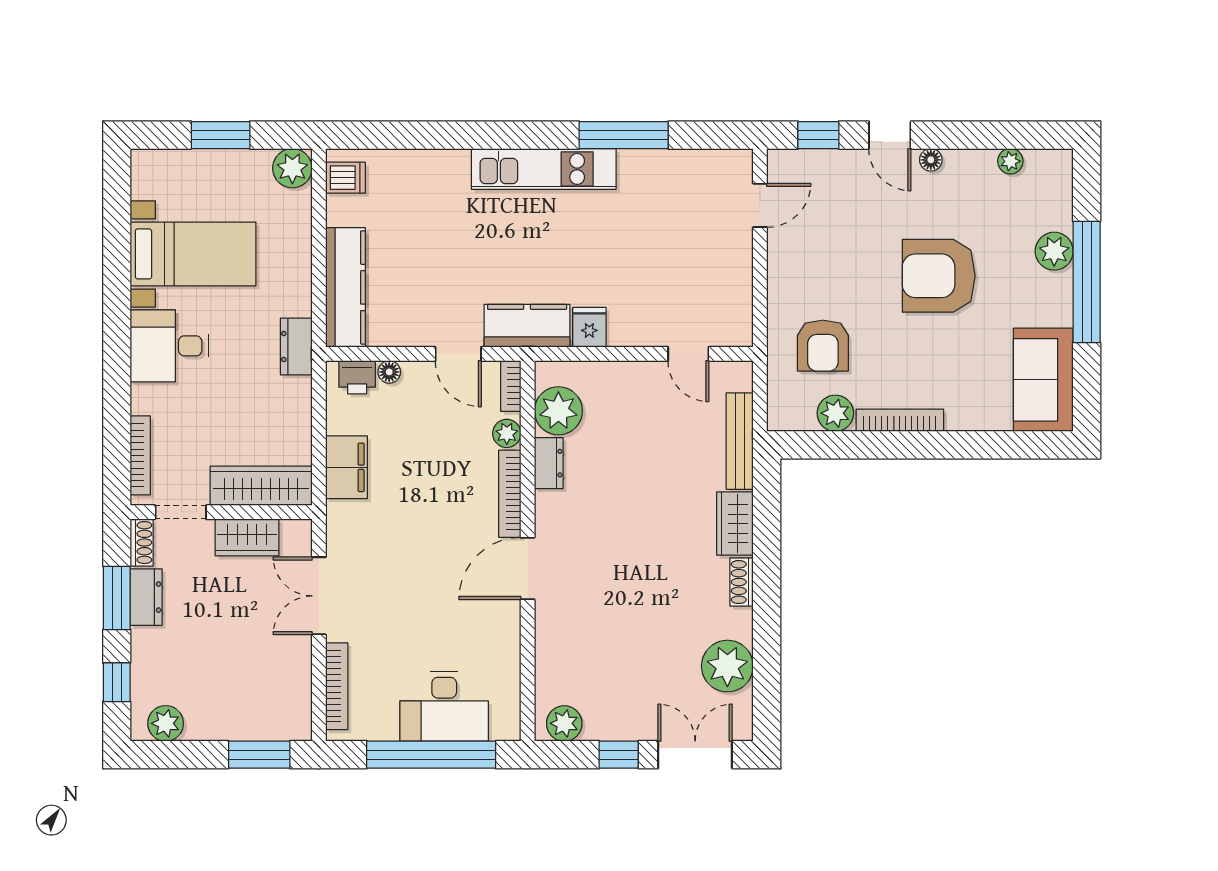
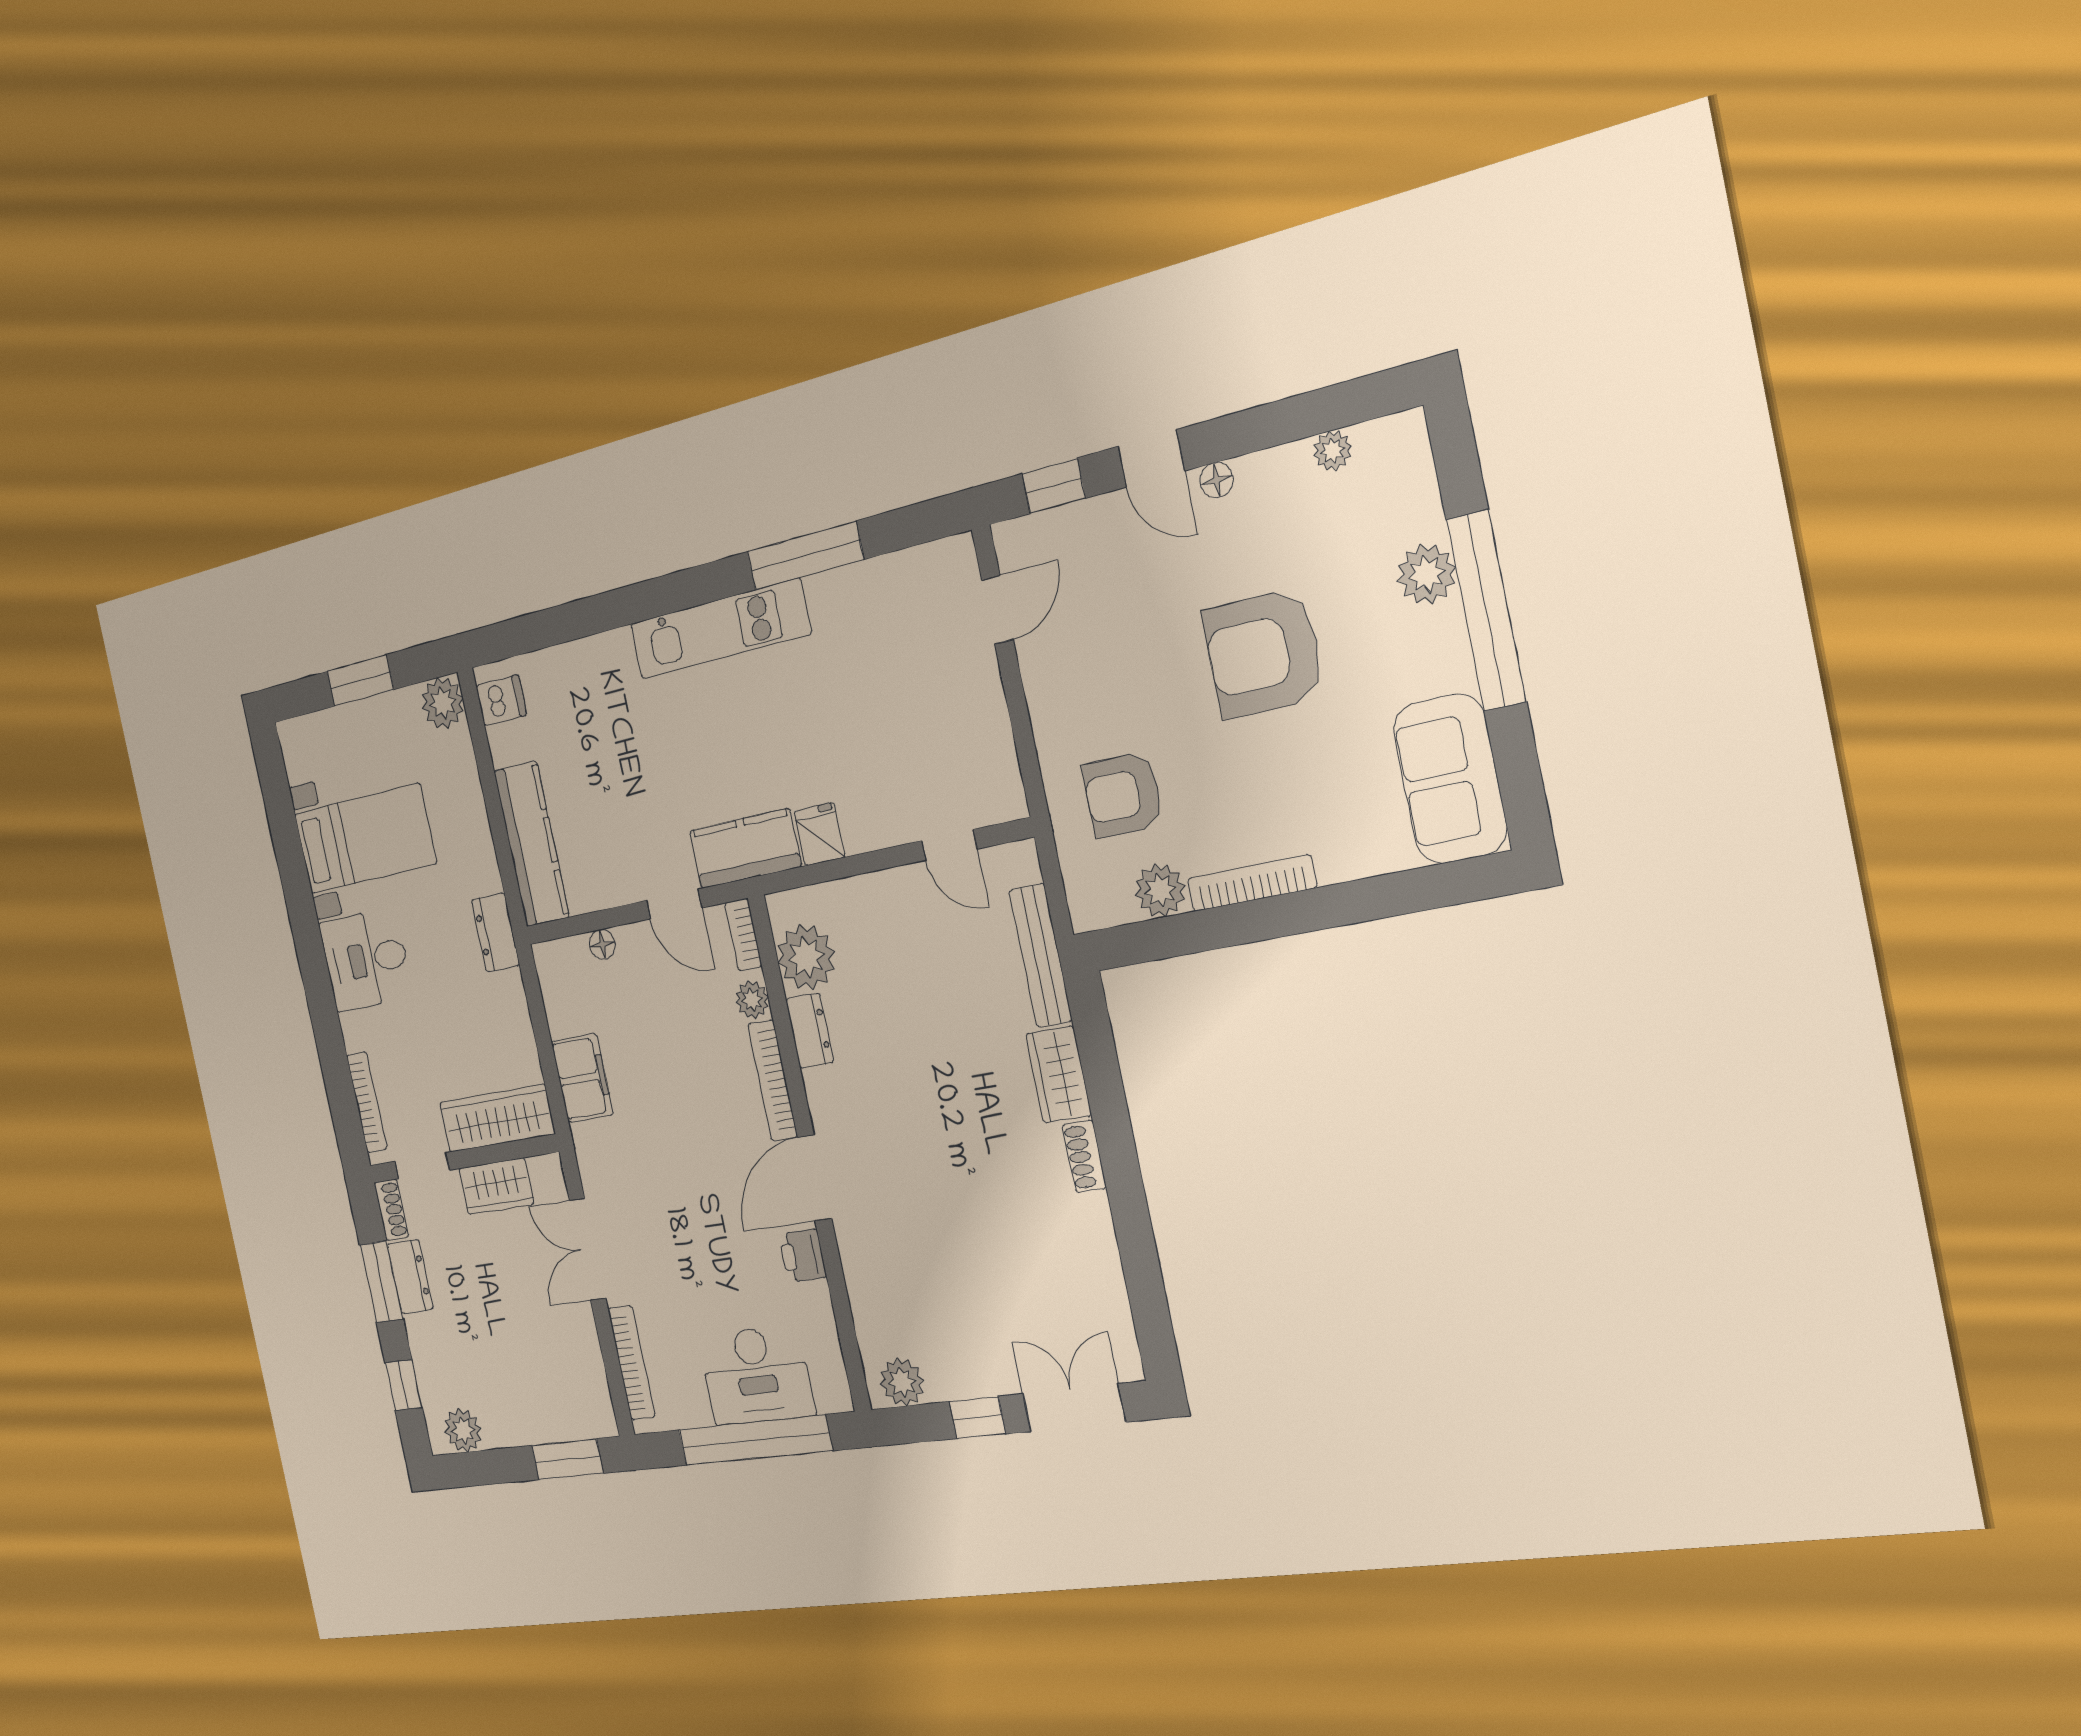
armchair: (823, 346) -> (1123, 795), turned 90
printer: (357, 377) -> (803, 1256), moved, turned 90
plant: (727, 666) -> (1090, 1278), removed

